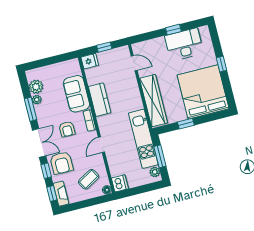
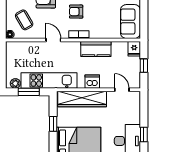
door: (134, 63) -> (122, 90), swing flipped
sofa: (76, 94) -> (130, 22), moved, turned -90
dishwasher: (120, 183) -> (92, 82), moved, turned 180

